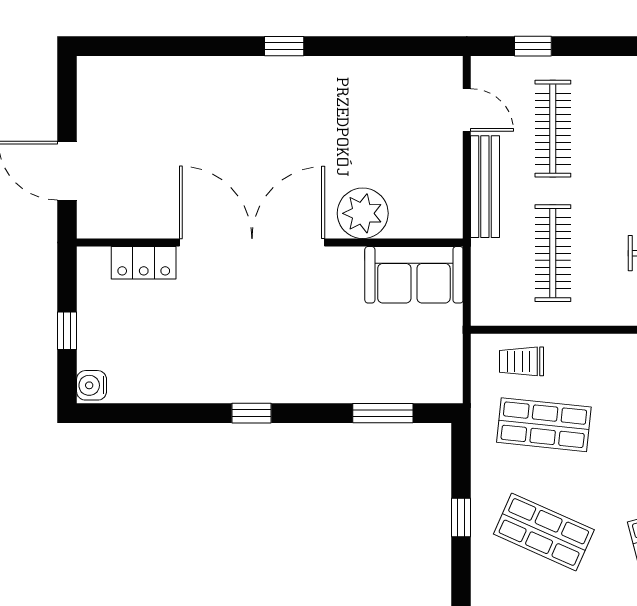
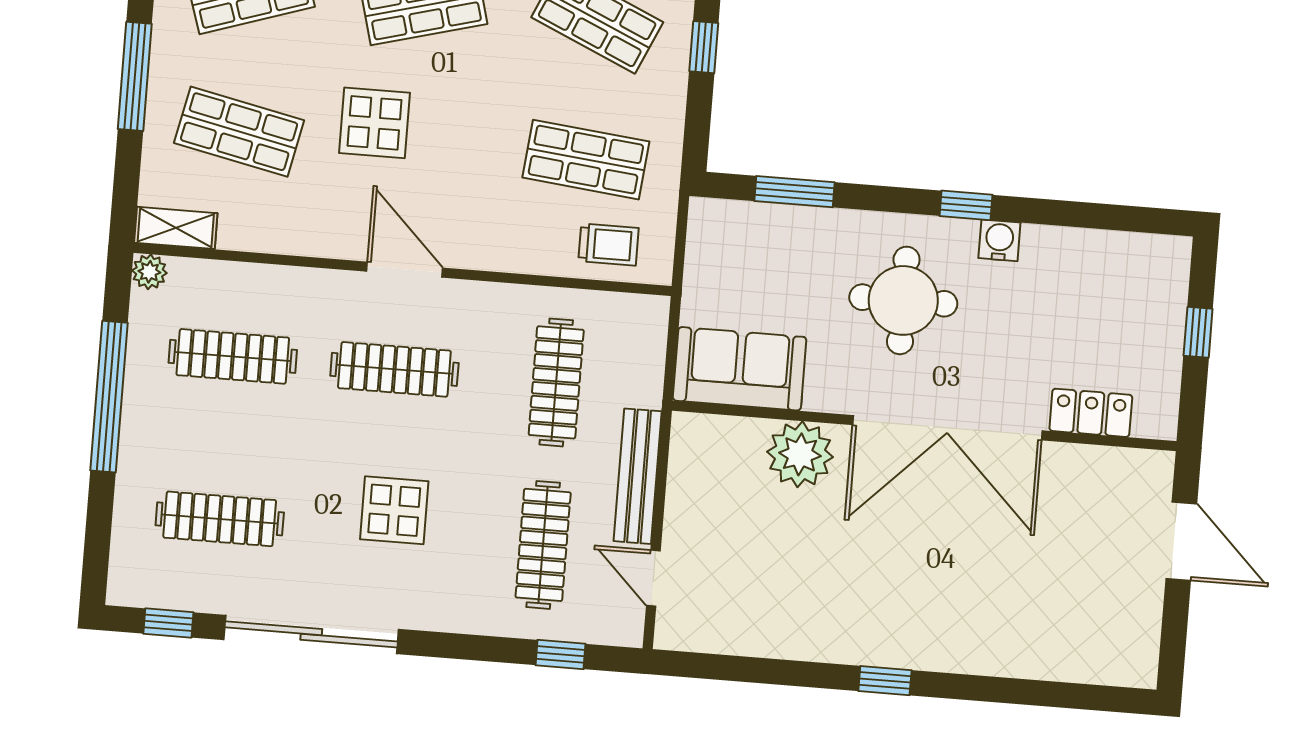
round table: (293, 337) -> (903, 300), added
water cooler: (92, 385) -> (999, 240), moved, turned -90

